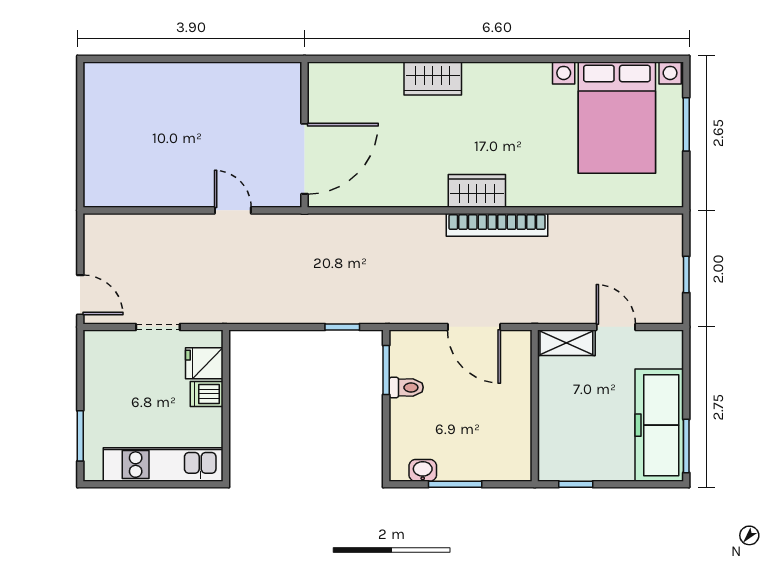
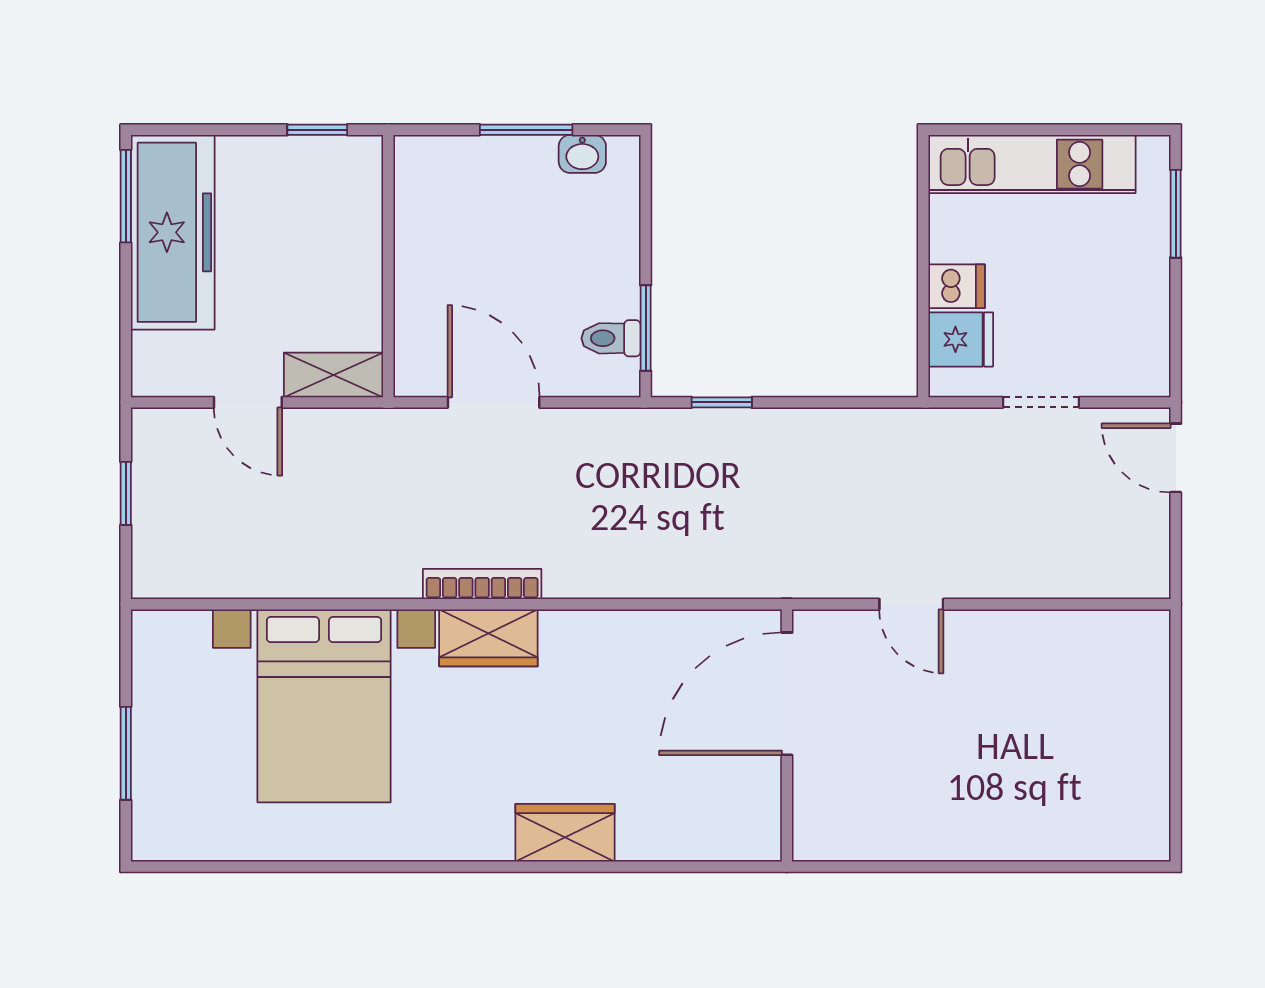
bed with nightstands: (617, 118) -> (324, 706), moved, turned 180
bookcase: (497, 225) -> (482, 584), width x0.68, depth x0.76
toilet: (406, 387) -> (611, 338), moved

